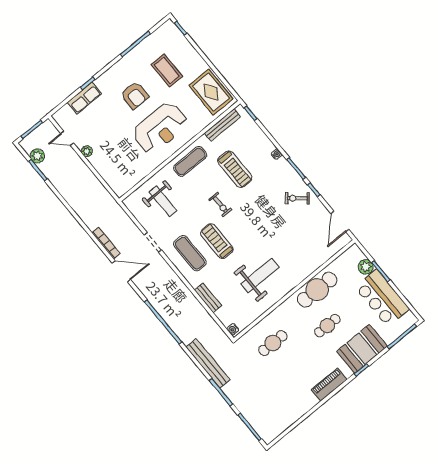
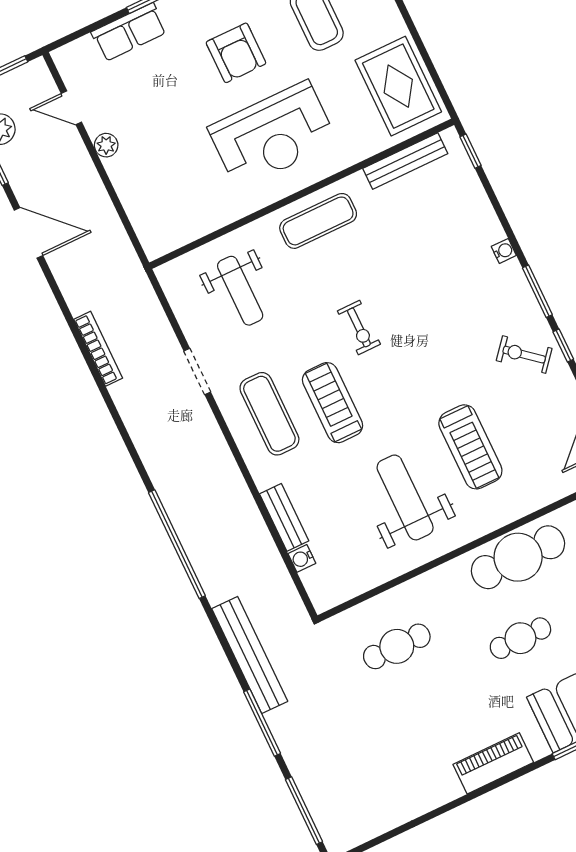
treadmill: (235, 169) -> (470, 447), moved
door: (121, 271) -> (28, 233), moved
weight bench: (260, 276) -> (405, 497), turned -90
water cooler: (233, 329) -> (302, 558), moved

